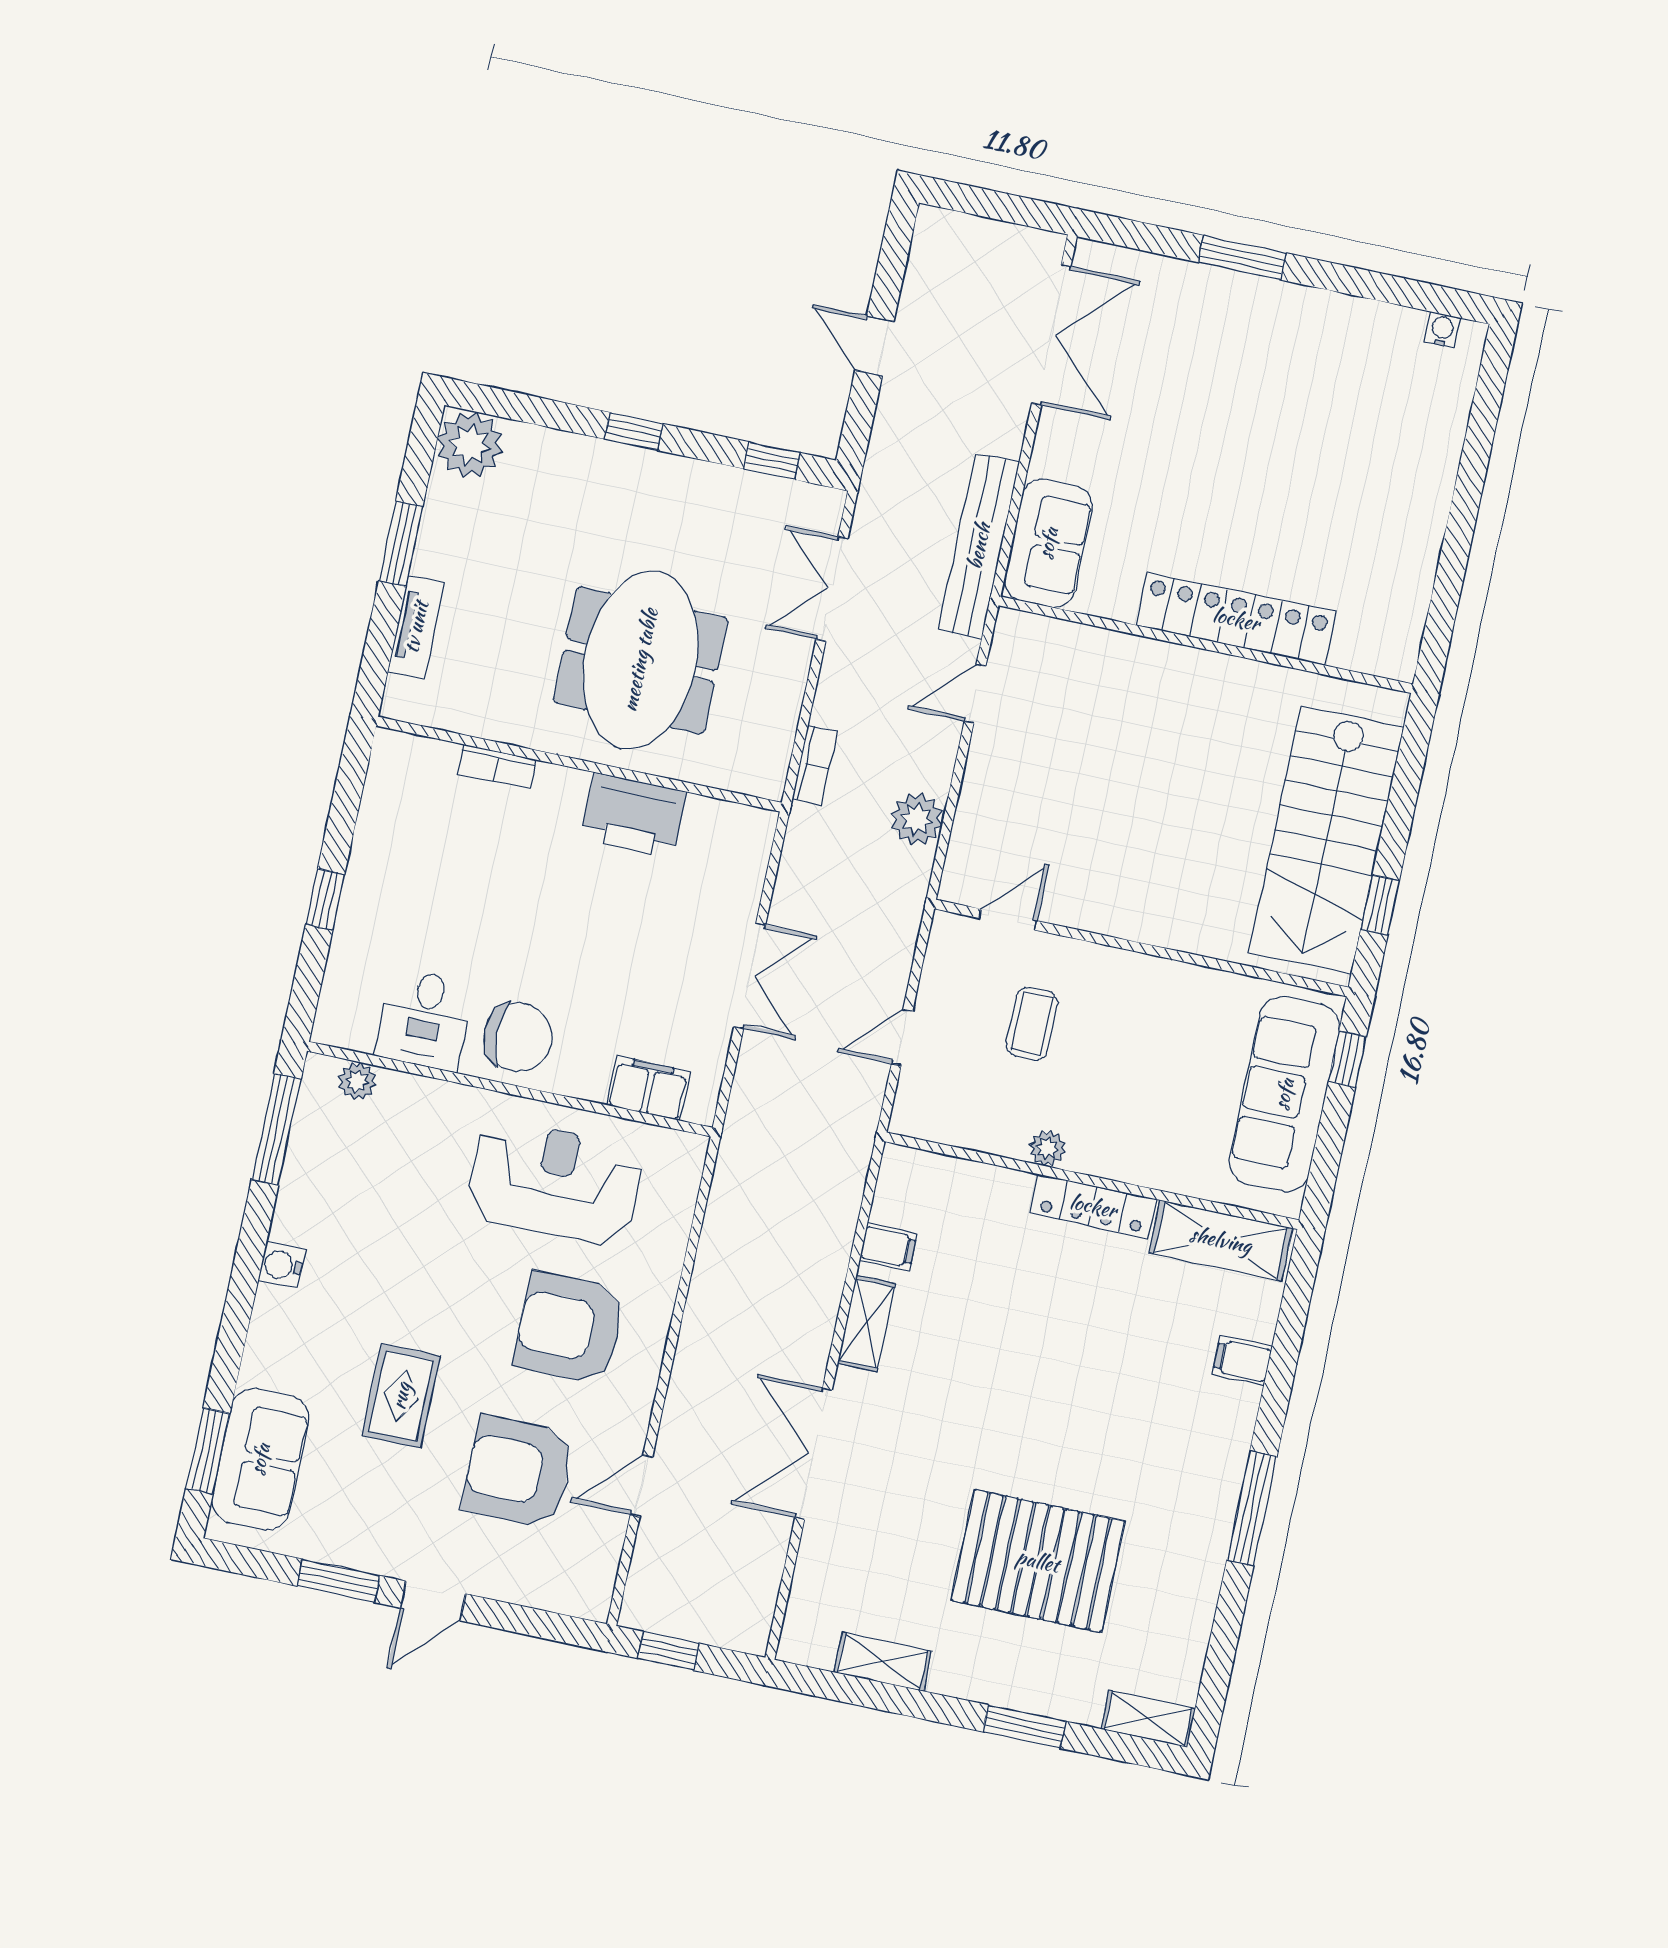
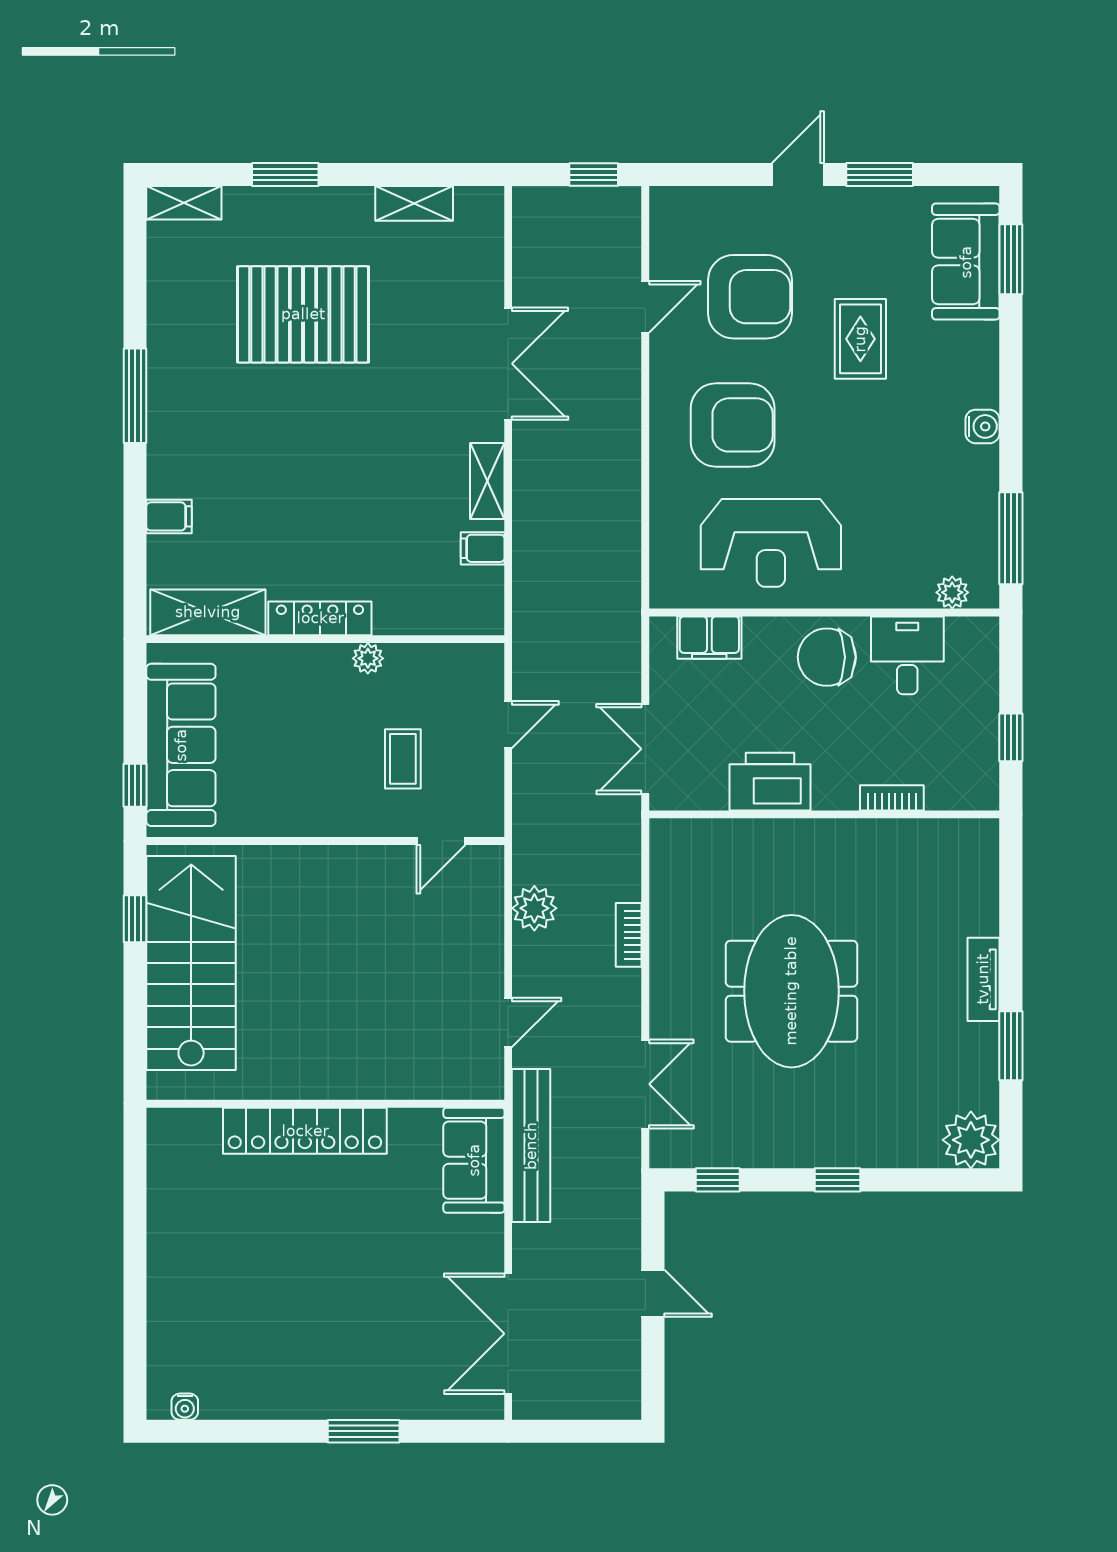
wall: (579, 764) -> (824, 814), moved
bookcase: (497, 767) -> (892, 798), moved
printer: (634, 815) -> (770, 782), moved

